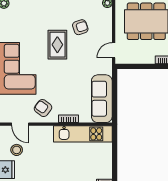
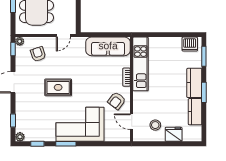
armchair: (80, 27) -> (38, 54), moved
door: (114, 50) -> (63, 36), hinge flipped
door: (20, 124) -> (132, 122), swing flipped

